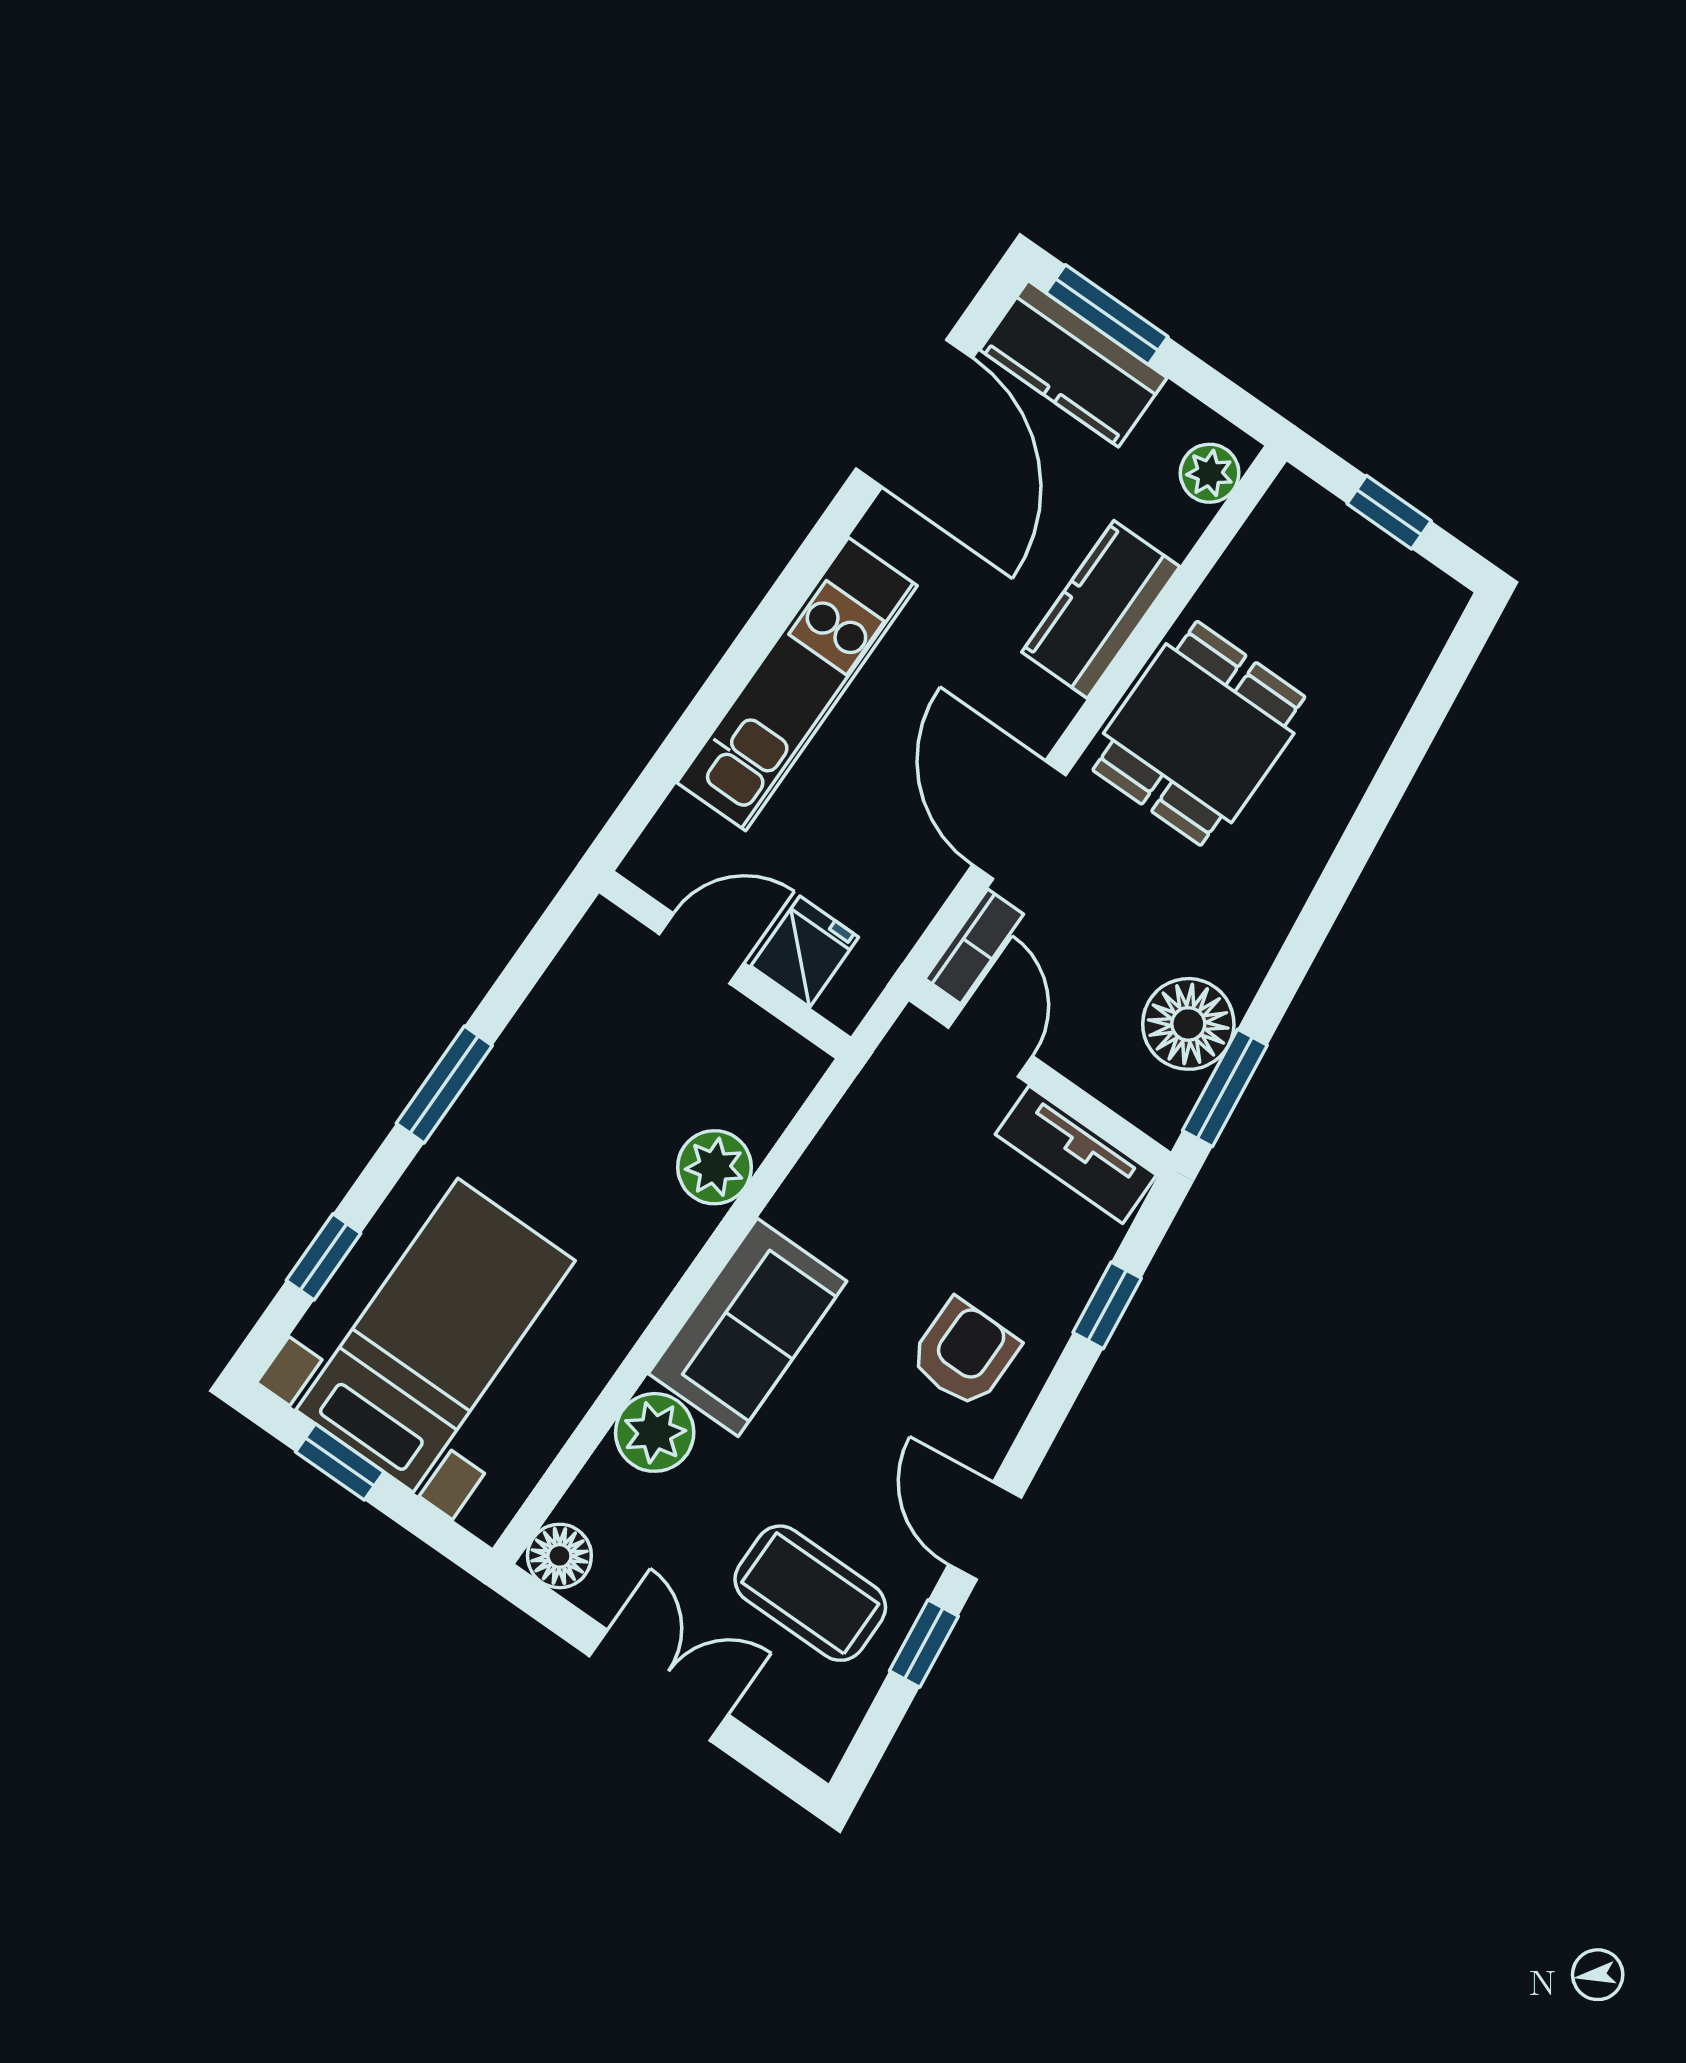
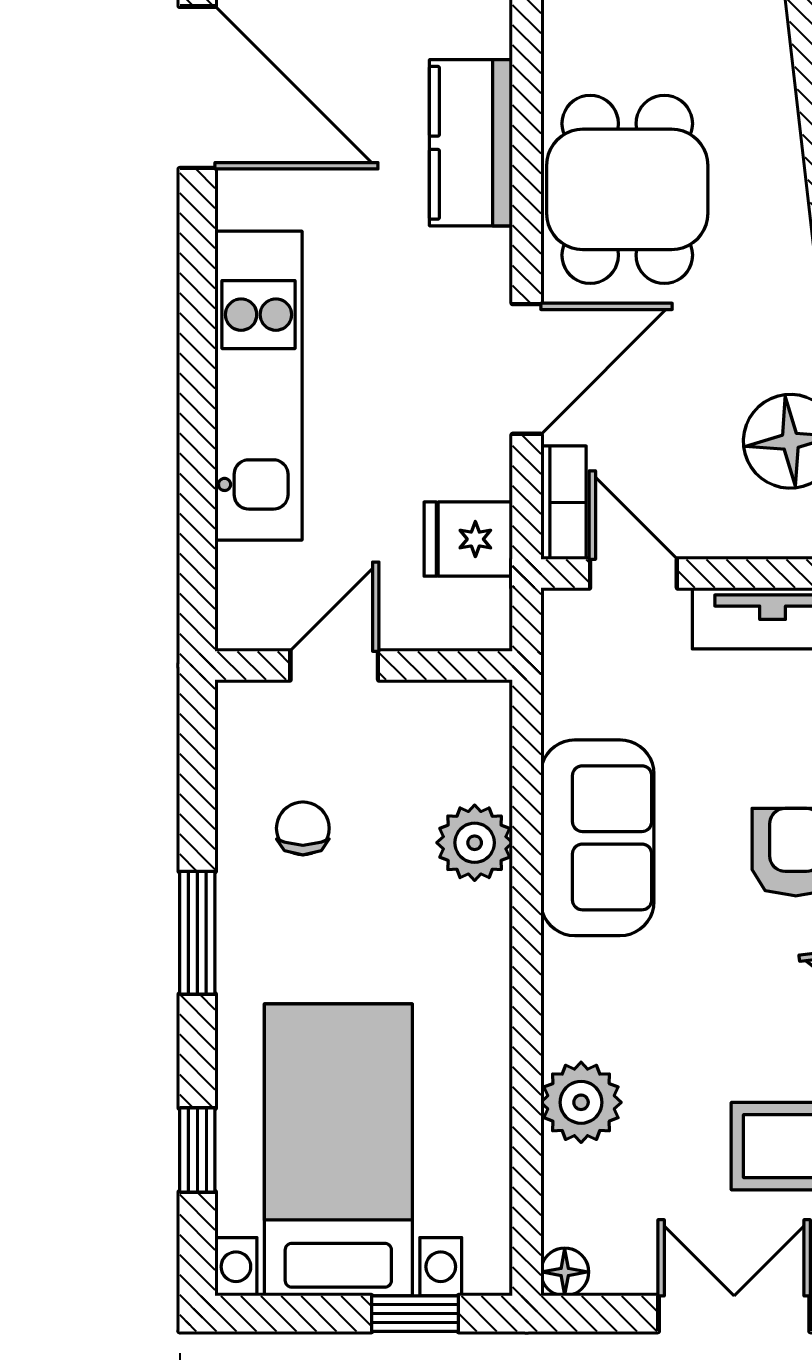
door: (1019, 820) -> (527, 369), swing flipped
fridge: (805, 952) -> (468, 539), moved, turned -90
chair: (586, 1060) -> (303, 828), added
sofa: (748, 1327) -> (597, 838), moved
window: (340, 1462) -> (415, 1314), moved
floor lamp: (559, 1556) -> (565, 1272), width x0.73, depth x0.73

